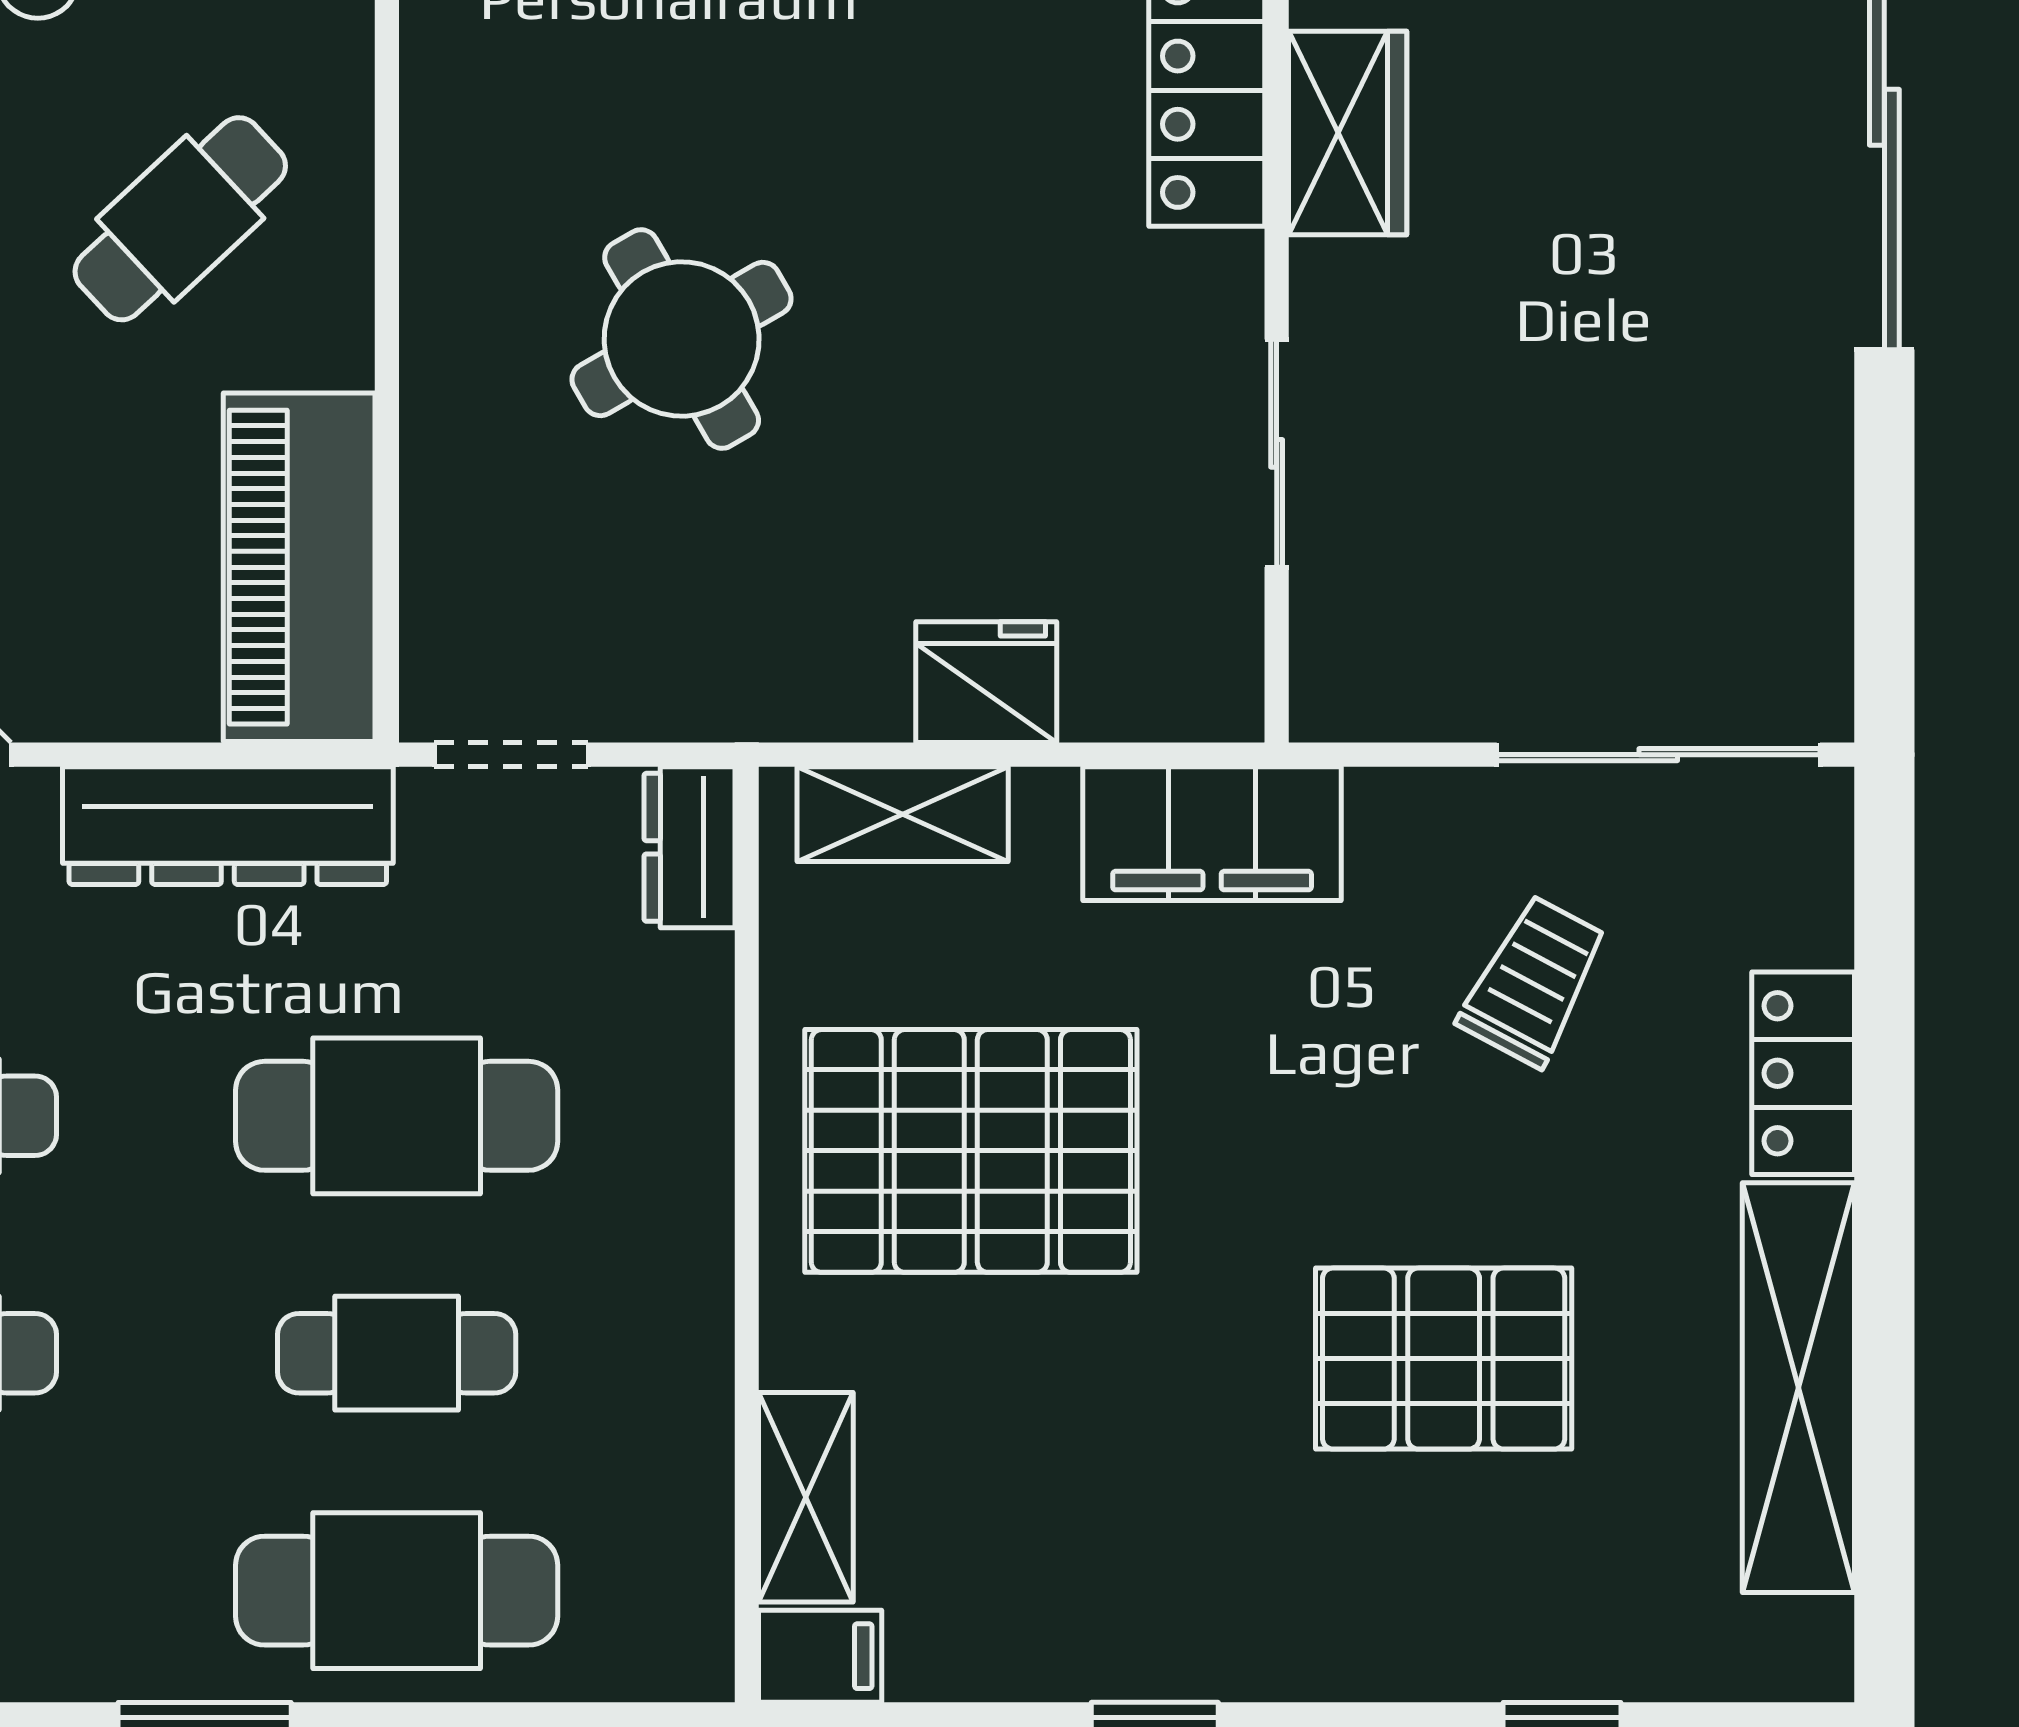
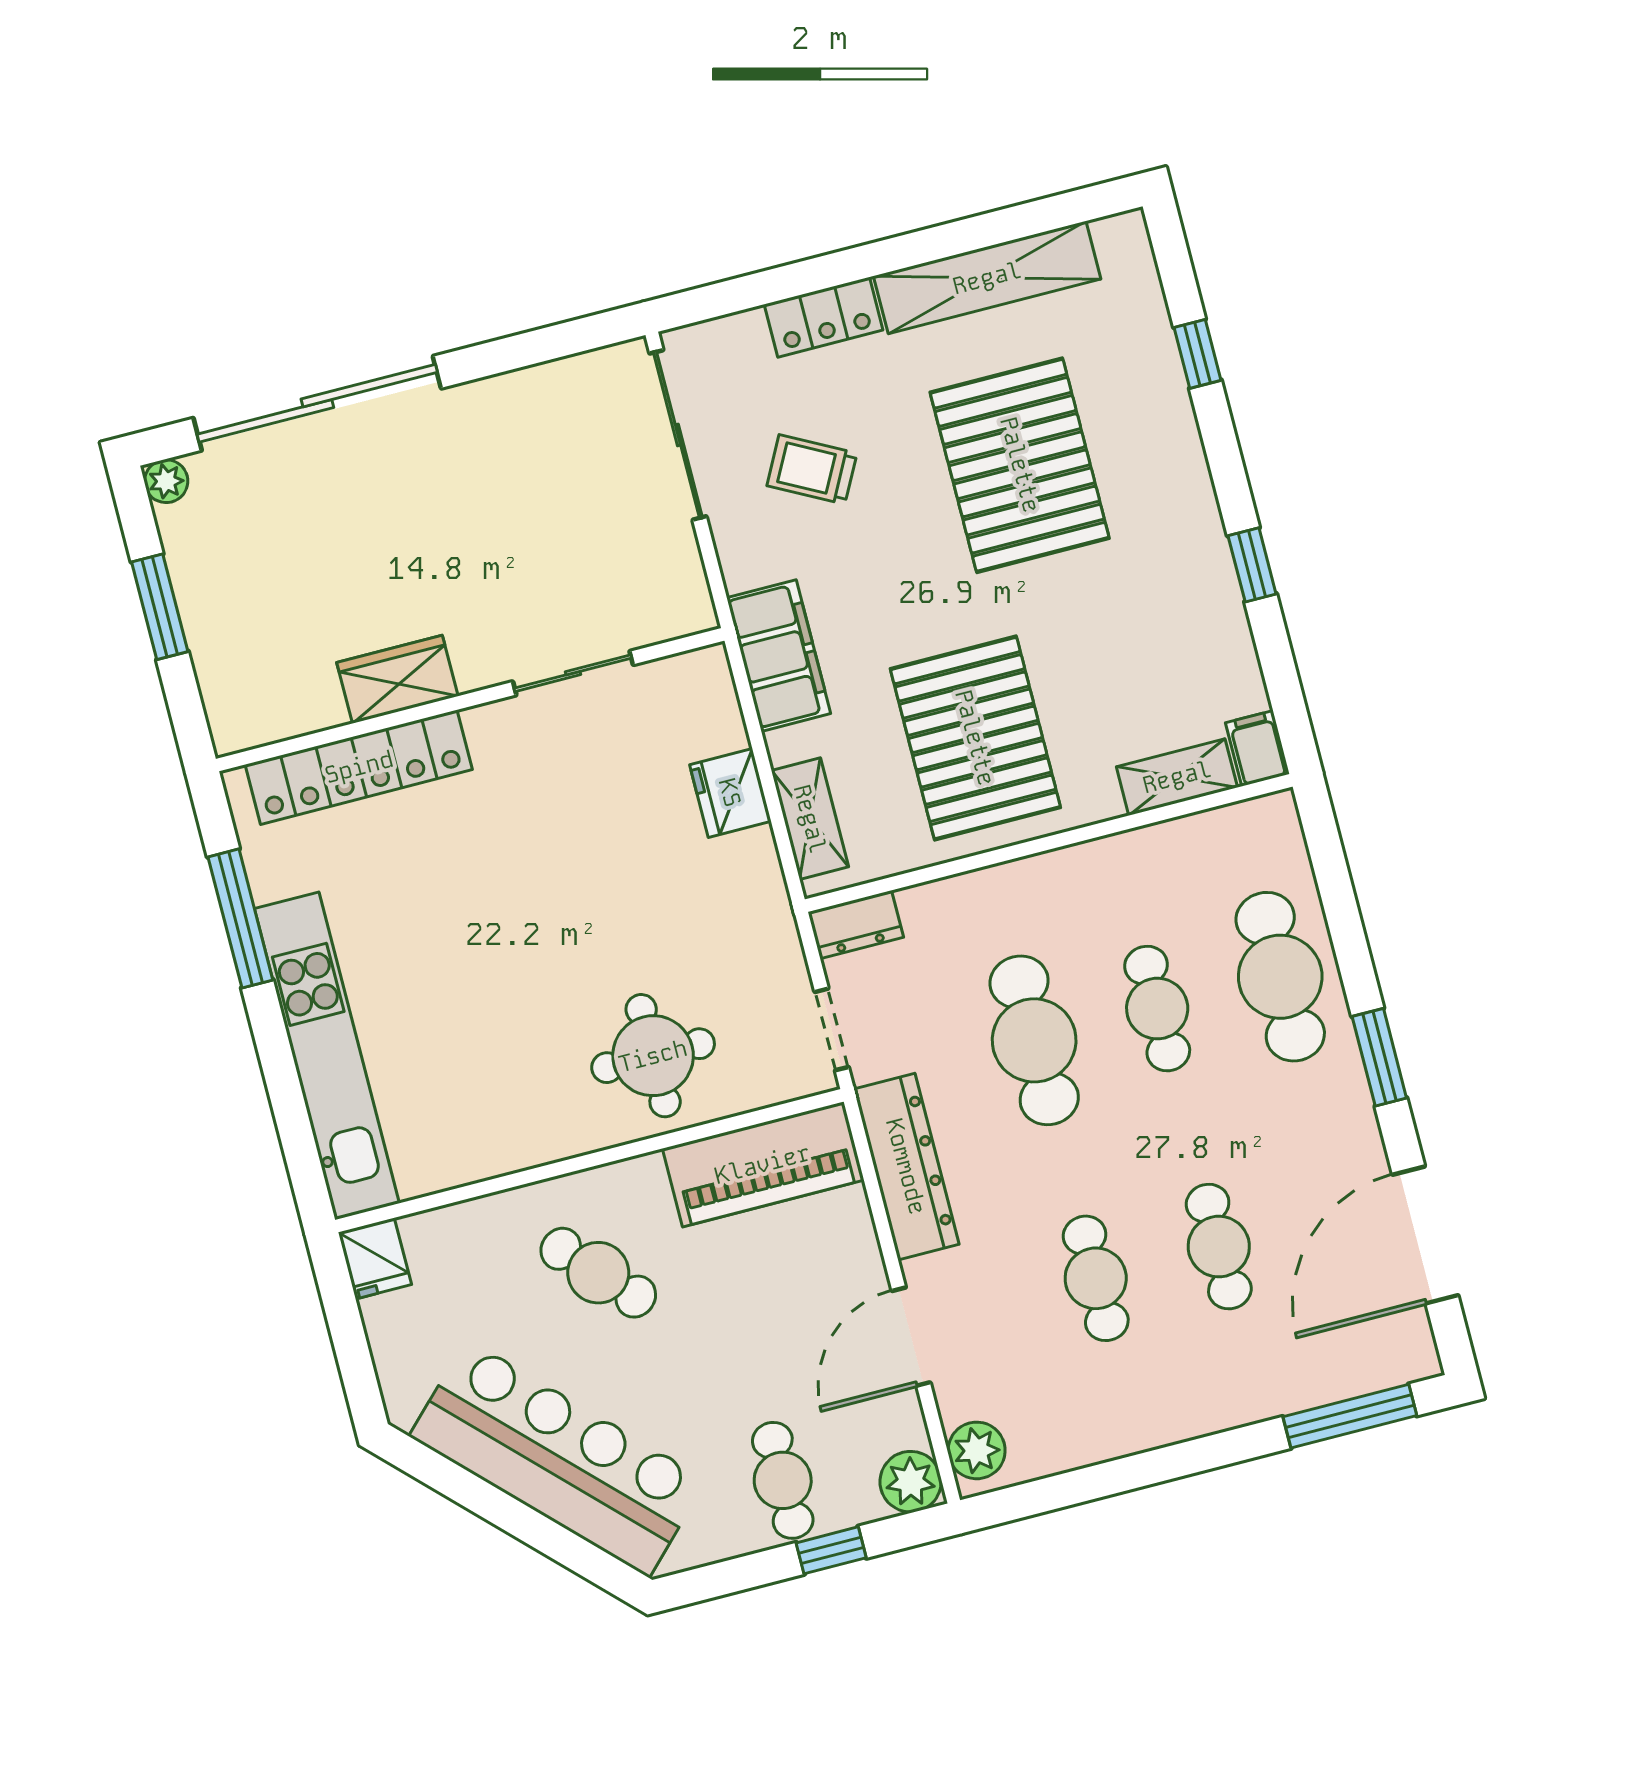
round table: (682, 339) -> (653, 1056), moved, turned 30
pallet: (1444, 1359) -> (1020, 465), width x1.37, depth x1.41

